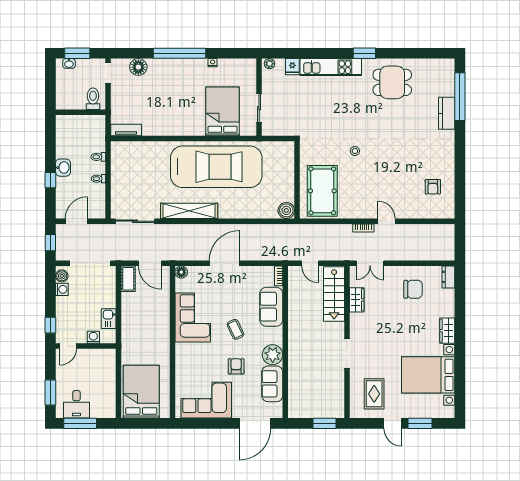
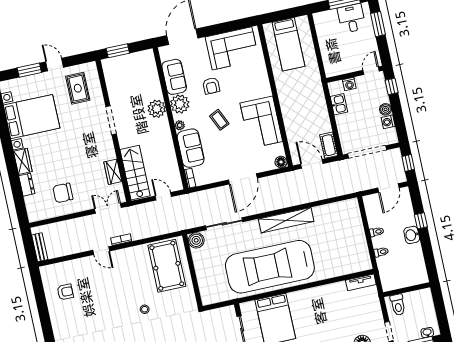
armchair: (433, 187) -> (65, 292), turned 90
sliding door: (135, 221) -> (224, 224), moved
bench: (449, 238) -> (40, 247), added
boiler: (62, 276) -> (385, 109), moved
dresser: (448, 277) -> (27, 185), moved
plant: (277, 333) -> (180, 125), added
plant: (297, 355) -> (157, 109), added
bed: (141, 392) -> (288, 44), width x0.67

